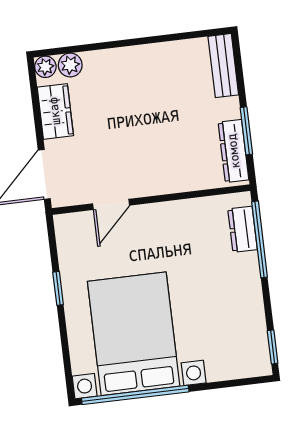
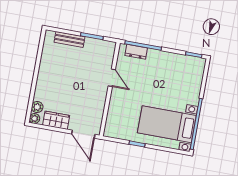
bench: (223, 66) -> (69, 39), moved
dresser: (234, 151) -> (99, 45), removed
door: (111, 204) -> (112, 78), moved
bed with nightstands: (134, 334) -> (167, 124), width x0.73

